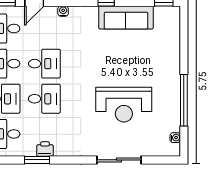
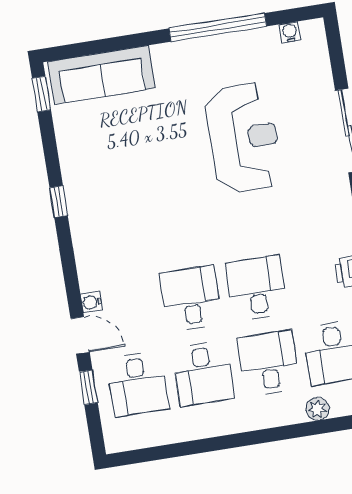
water cooler: (63, 11) -> (91, 302), moved
sofa: (126, 18) -> (102, 75), moved, turned 90

